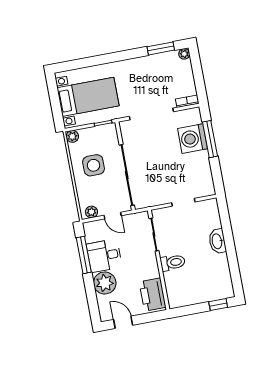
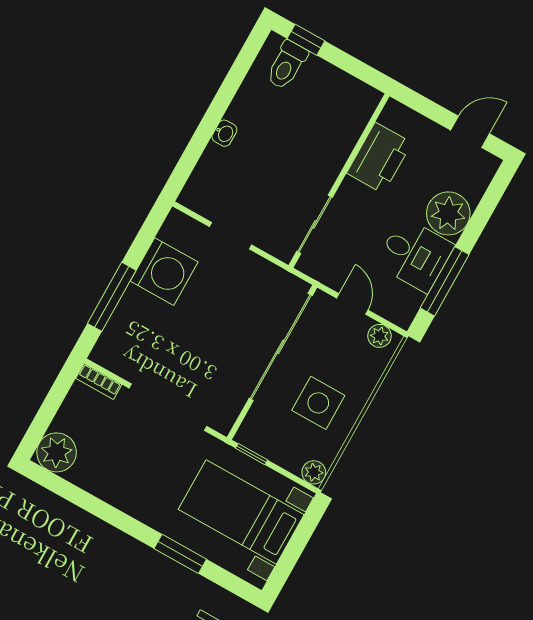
window: (161, 48) -> (180, 554), moved
plant: (184, 54) -> (57, 452), width x1.88, depth x1.88
washing machine: (192, 139) -> (164, 272), moved
washbasin: (217, 241) -> (224, 133), width x0.52, depth x0.69
toilet: (173, 263) -> (287, 65), moved, turned -90
printer: (153, 295) -> (379, 158), moved
door: (123, 322) -> (470, 132), swing flipped

